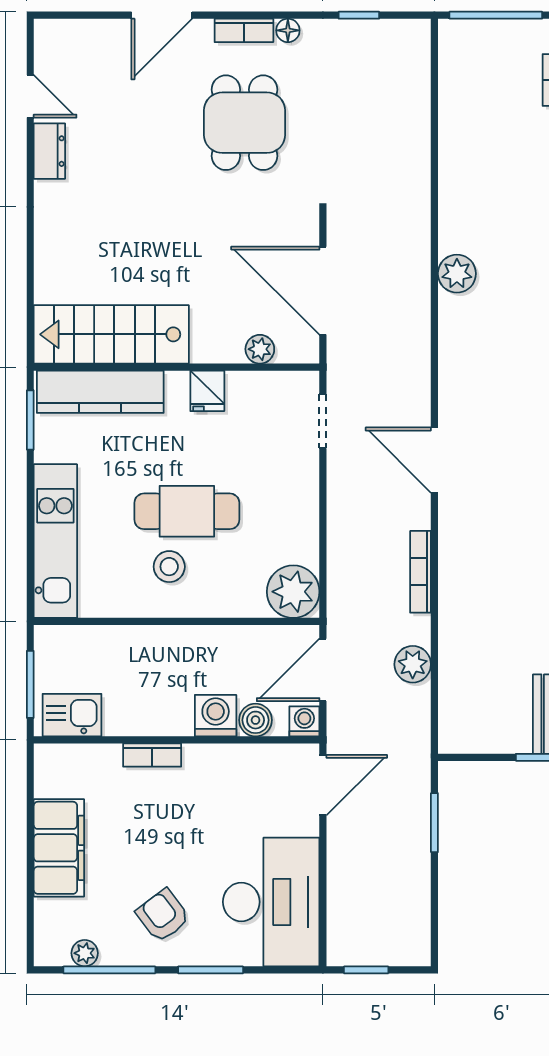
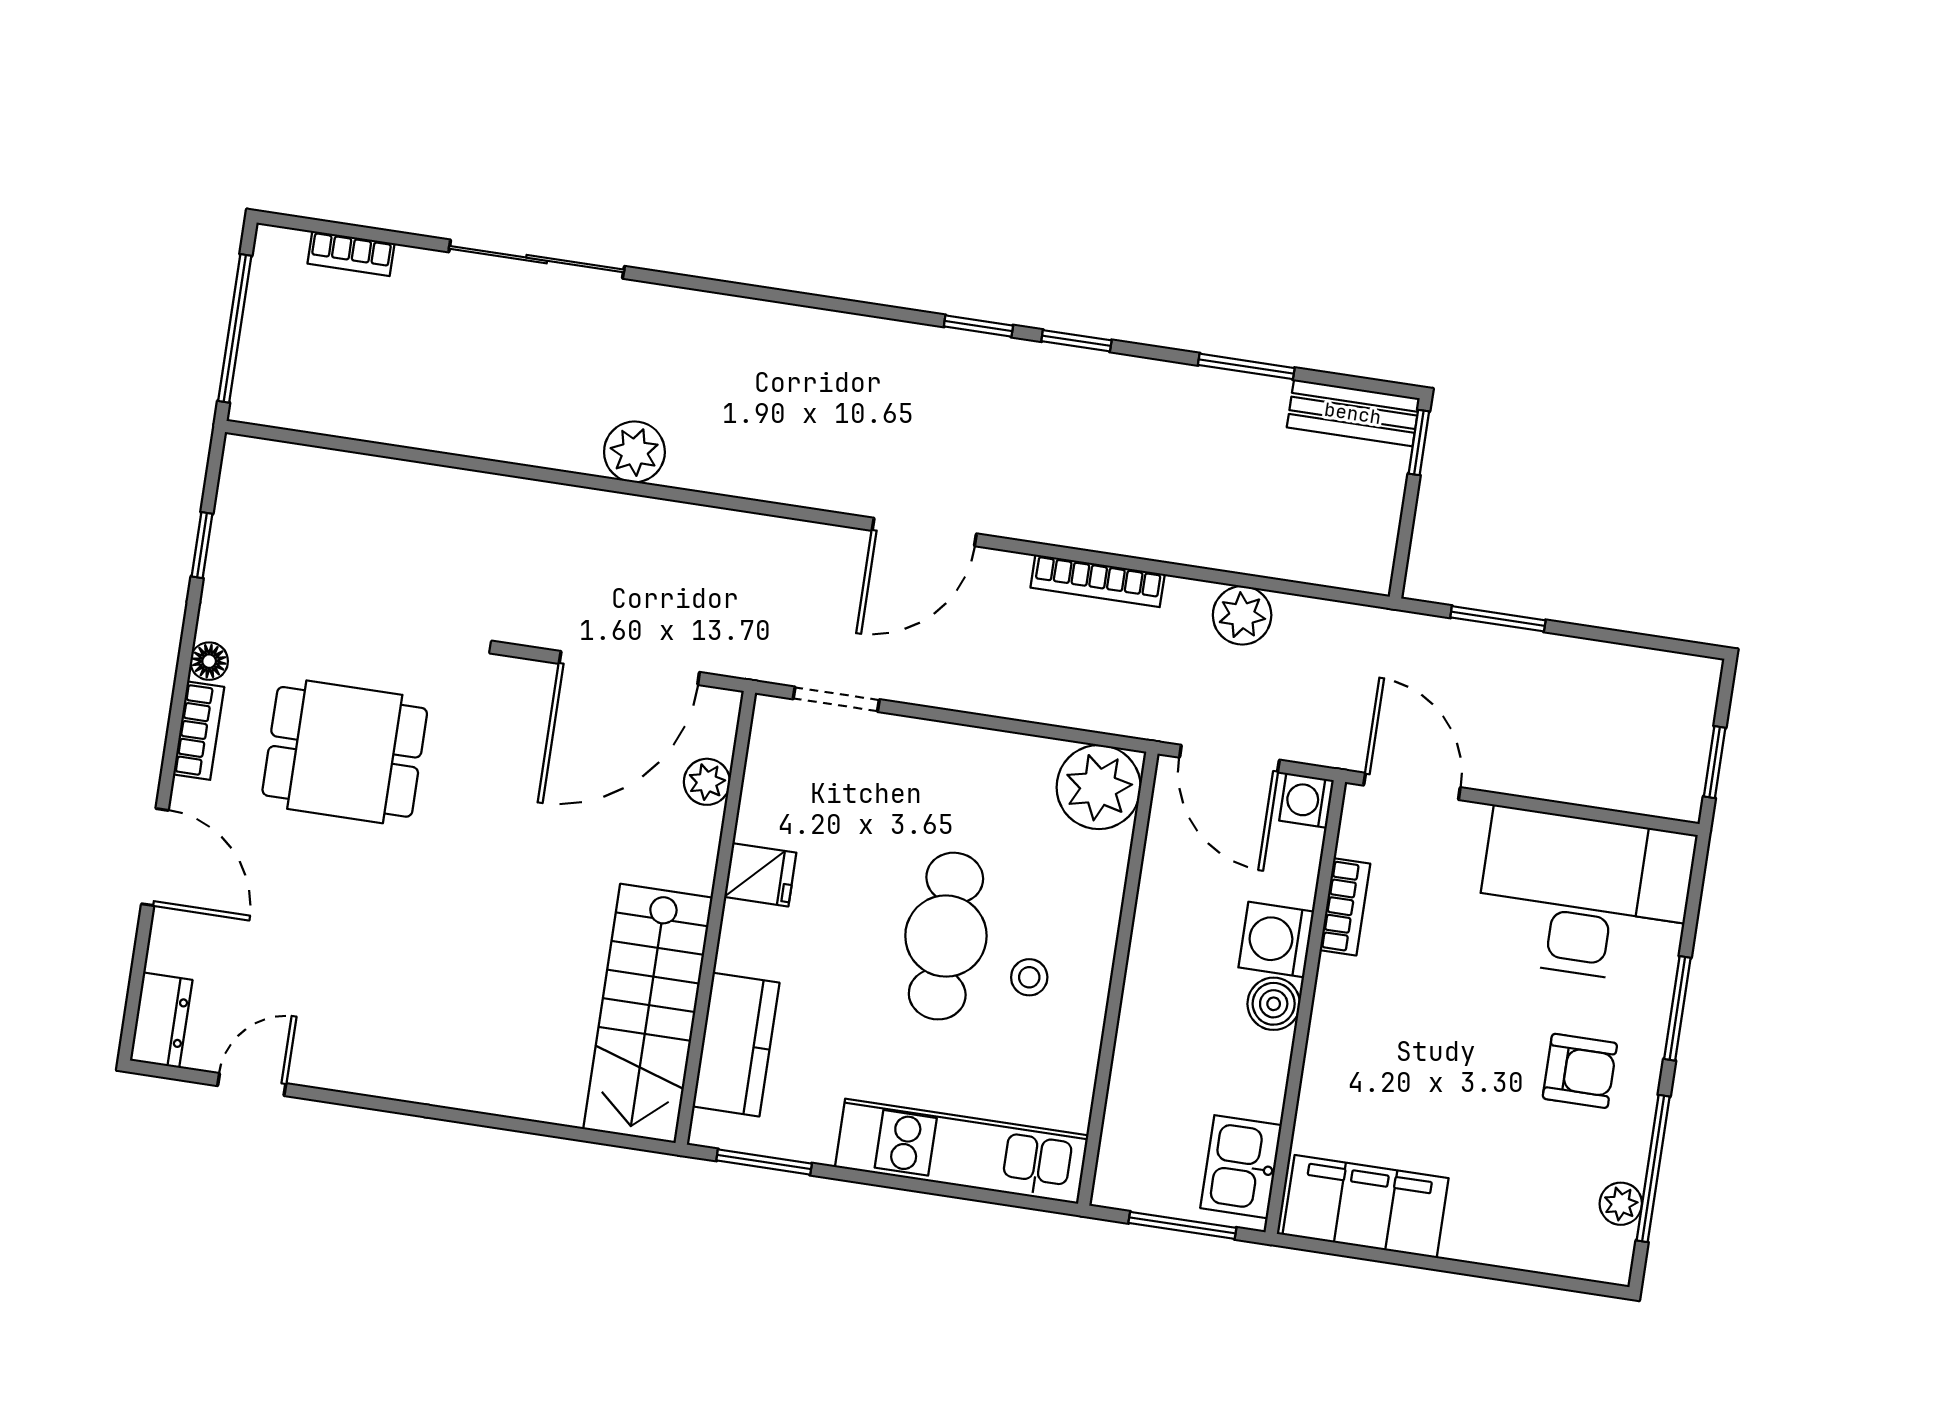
dresser: (49, 151) -> (161, 1020), moved, turned 90
kitchen counter: (100, 392) -> (736, 1045), width x0.67
stool: (169, 567) -> (1029, 977), width x0.73, depth x0.73
boiler: (256, 720) -> (1274, 1004), moved
bookcase: (152, 755) -> (1345, 907), moved
filing cabinet: (59, 848) -> (1366, 1207), moved
armchair: (163, 915) -> (1580, 1071), turned -143

